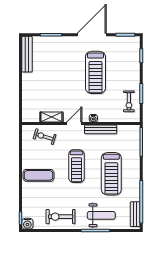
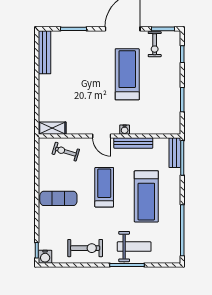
treadmill: (95, 72) -> (127, 74), turned 180
exercise bike: (129, 101) -> (155, 44), moved
shelving: (51, 117) -> (52, 128), moved
door: (74, 124) -> (102, 136), swing flipped
treadmill: (76, 166) -> (104, 187), turned 180
bench: (135, 214) -> (175, 153), moved
exercise bike: (61, 217) -> (85, 248), turned 180

